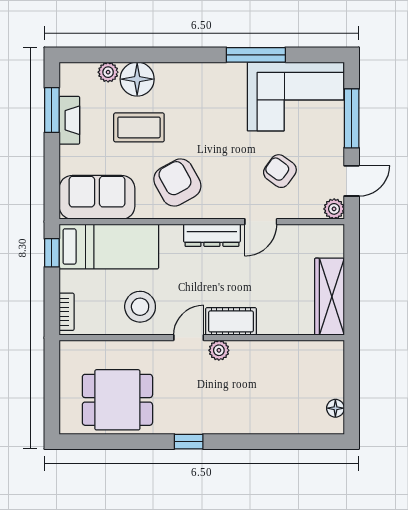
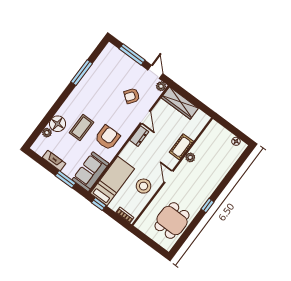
corner sofa: (296, 96) -> (108, 69), removed
window: (52, 110) -> (66, 179), moved
coffee table: (139, 127) -> (81, 128), moved
armchair: (177, 183) -> (107, 138), turned 119
dresser: (212, 235) -> (139, 136), width x0.70
wardrobe: (329, 297) -> (180, 103), moved
cot: (231, 321) -> (181, 147), moved
plant: (219, 350) -> (190, 157), moved

